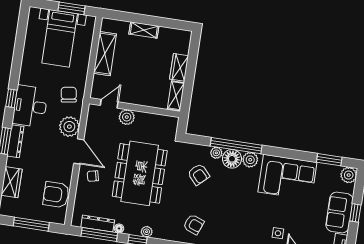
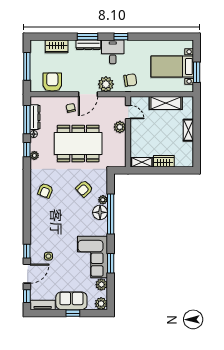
desk: (30, 106) -> (113, 52), width x0.73
plant: (250, 160) -> (101, 285), moved
window: (329, 160) -> (111, 263), moved

